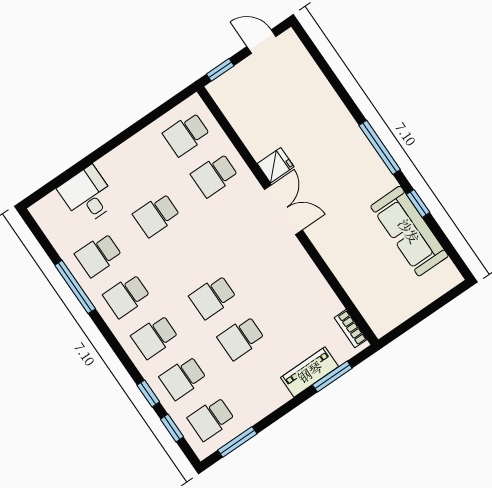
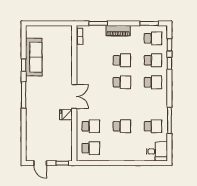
desk: (88, 195) -> (157, 151), moved, turned -90
double door: (283, 210) -> (74, 96), swing flipped
school desk: (127, 296) -> (153, 104), removed
piano: (310, 372) -> (118, 31), moved

